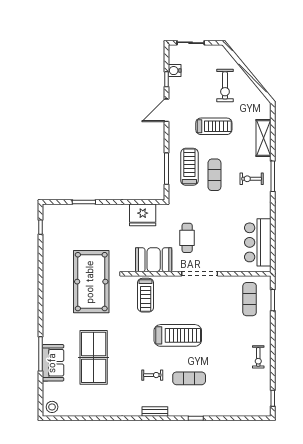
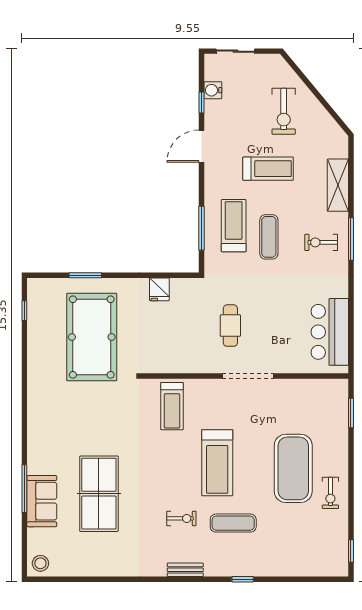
fridge: (143, 215) -> (159, 289), width x0.53, depth x0.75
booth: (154, 260) -> (183, 356), removed
pool table: (91, 282) -> (92, 337), moved
exercise mat: (250, 299) -> (293, 468), moved, width x2.00, depth x1.45
treadmill: (178, 335) -> (217, 463), turned 90

